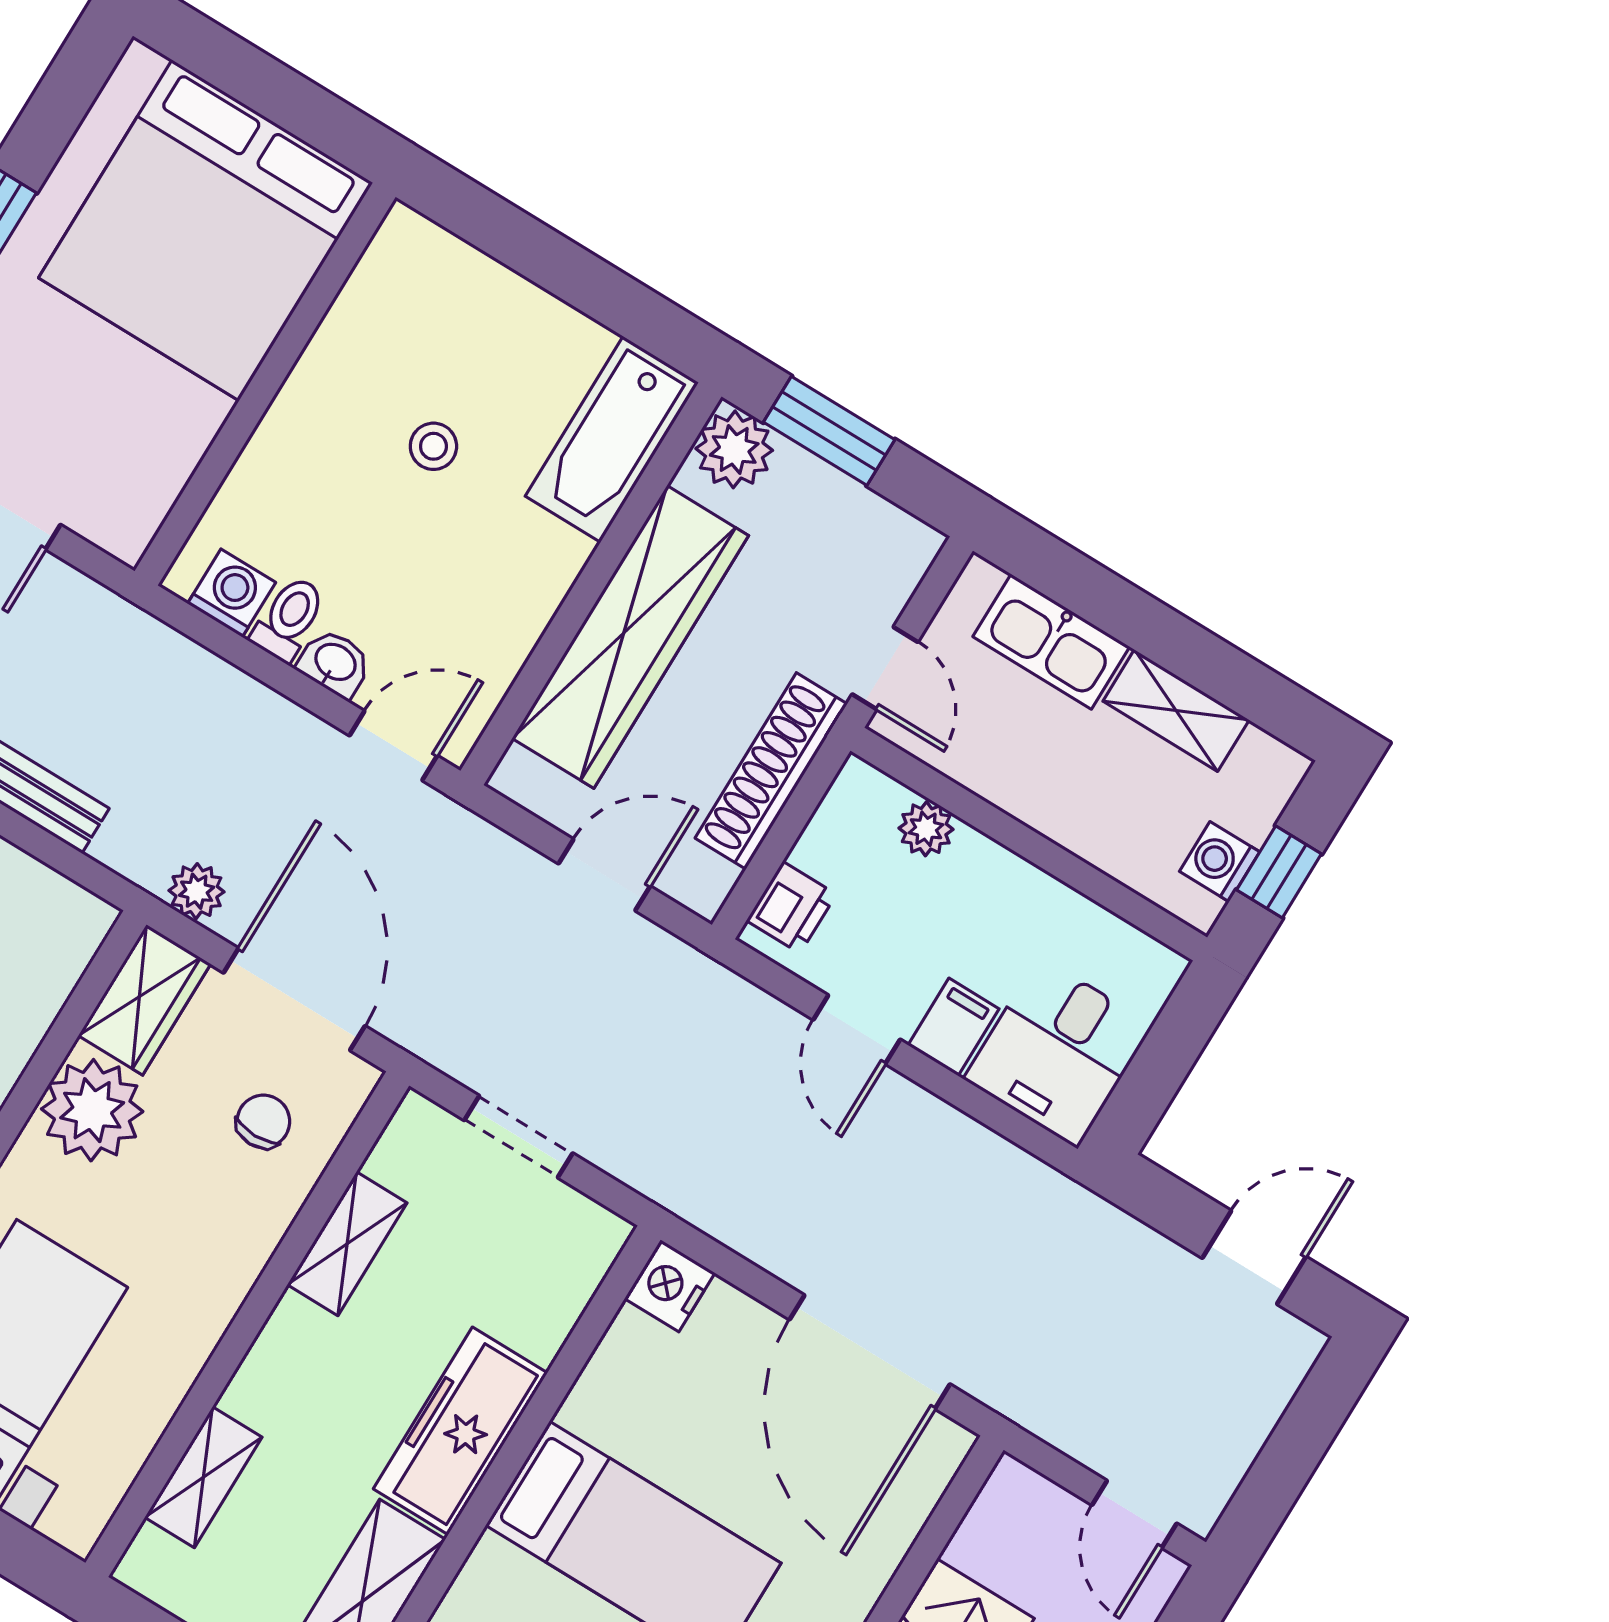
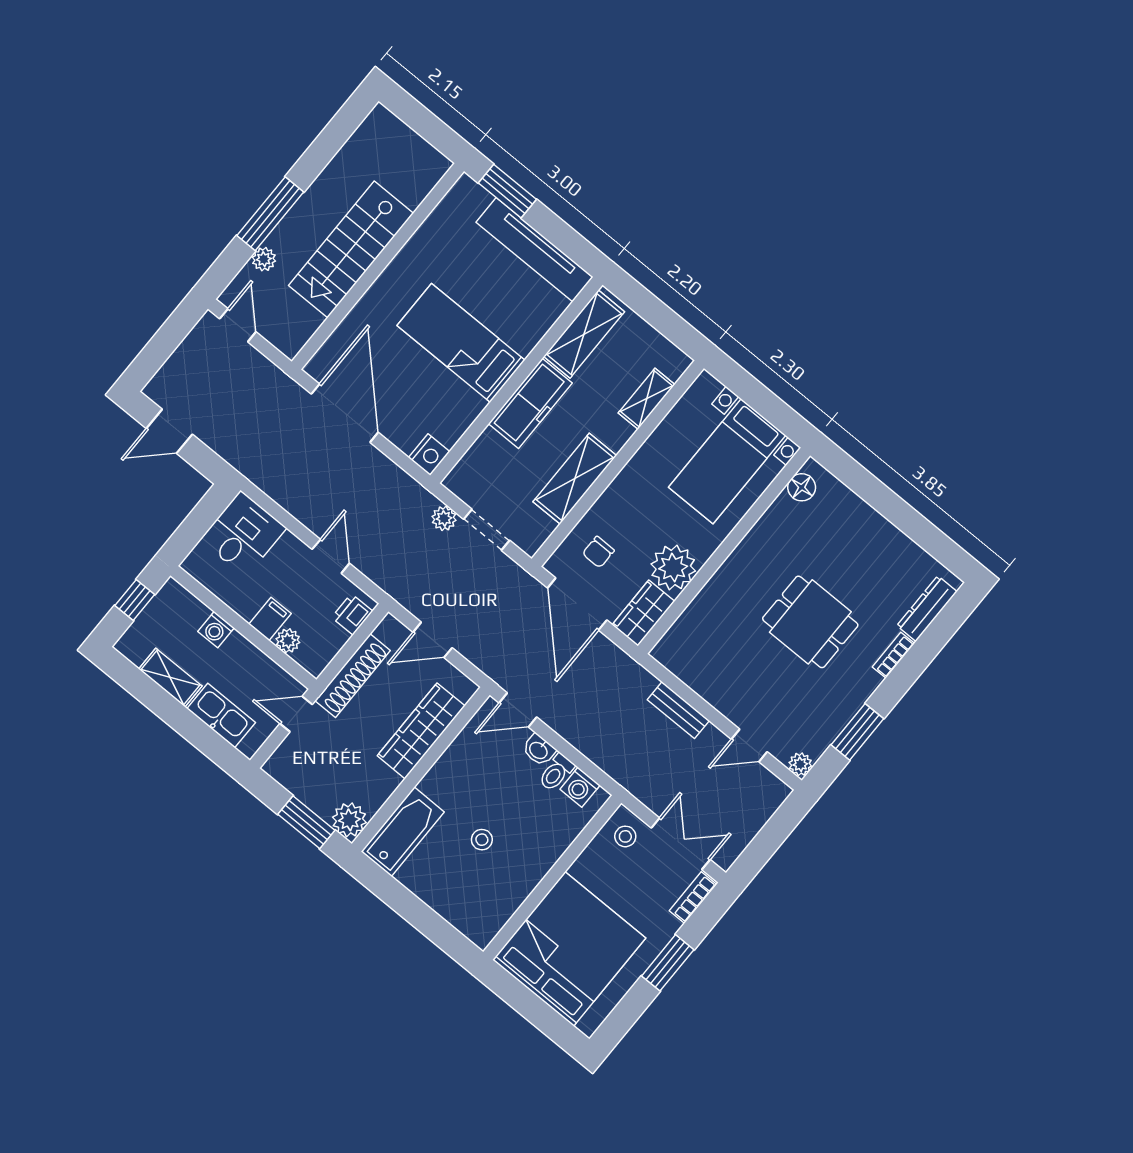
stool: (116, 498) -> (625, 836), added
wardrobe: (630, 637) -> (421, 731), width x0.71, depth x0.85
door: (885, 668) -> (296, 714), hinge flipped
washing machine: (1220, 862) -> (216, 630), moved, turned 90
plant: (197, 891) -> (444, 518), moved
filing cabinet: (954, 1027) -> (270, 619), moved, turned 180
shelving: (347, 1244) -> (575, 479), width x1.50, depth x1.33

